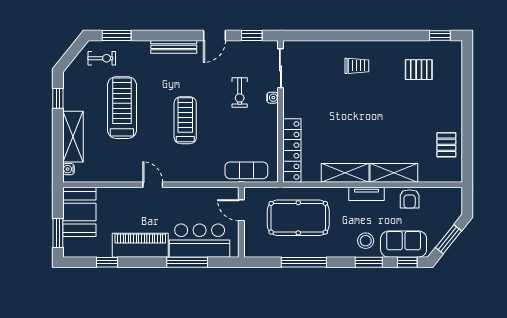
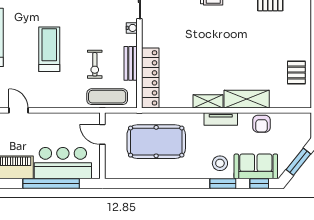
exercise bike: (240, 93) -> (95, 64), moved
bench: (271, 135) -> (131, 63), added
shelving: (345, 173) -> (208, 101), width x0.67, depth x0.75
window: (187, 262) -> (51, 184), width x1.46
window: (304, 262) -> (162, 184), removed

